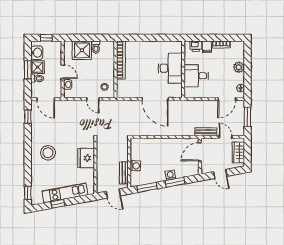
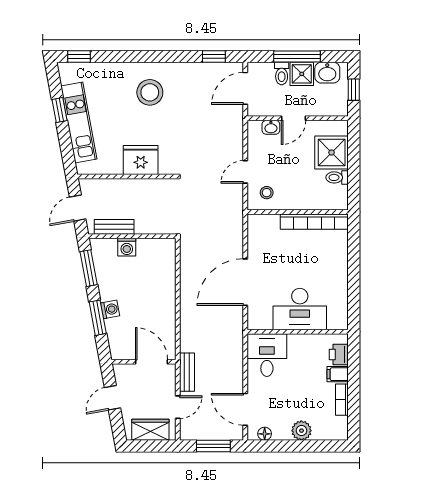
window: (28, 70) -> (297, 57), width x1.44
desk: (196, 76) -> (267, 355), moved

